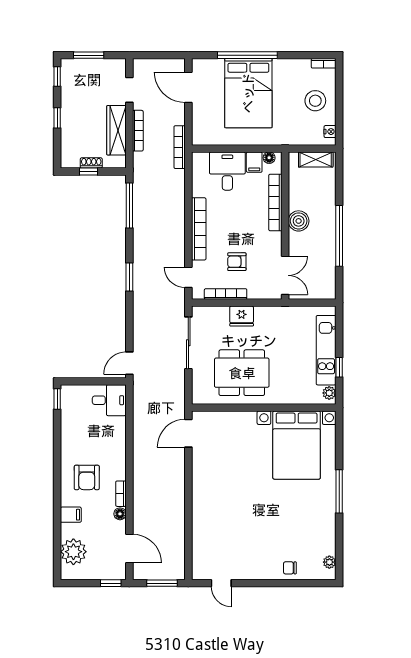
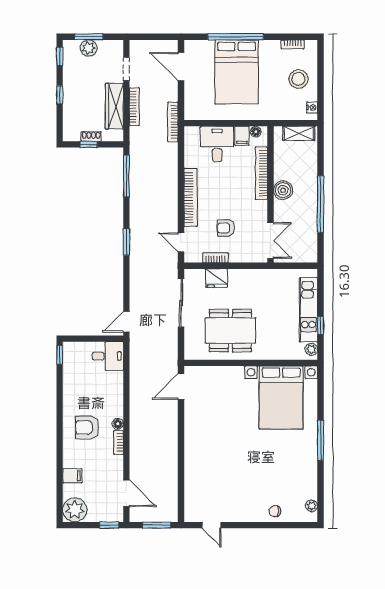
bookcase: (324, 63) -> (293, 44), moved
plant: (89, 67) -> (89, 48), added
bookcase: (226, 294) -> (215, 258), width x0.64
fridge: (242, 316) -> (217, 278), moved
armchair: (87, 477) -> (87, 427), turned 90
floor lamp: (120, 514) -> (118, 424), moved
filing cabinet: (71, 515) -> (72, 476), moved
plant: (73, 552) -> (75, 510), moved

